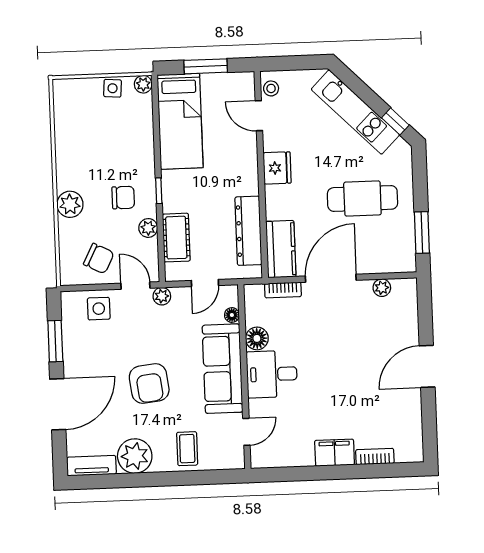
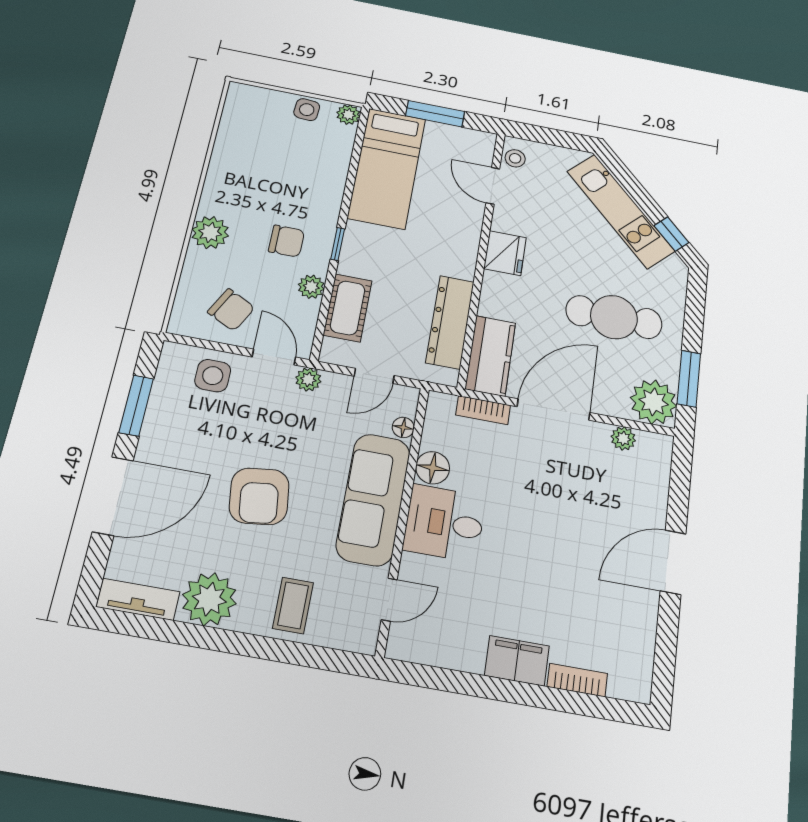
plant: (399, 256) -> (654, 402), added

